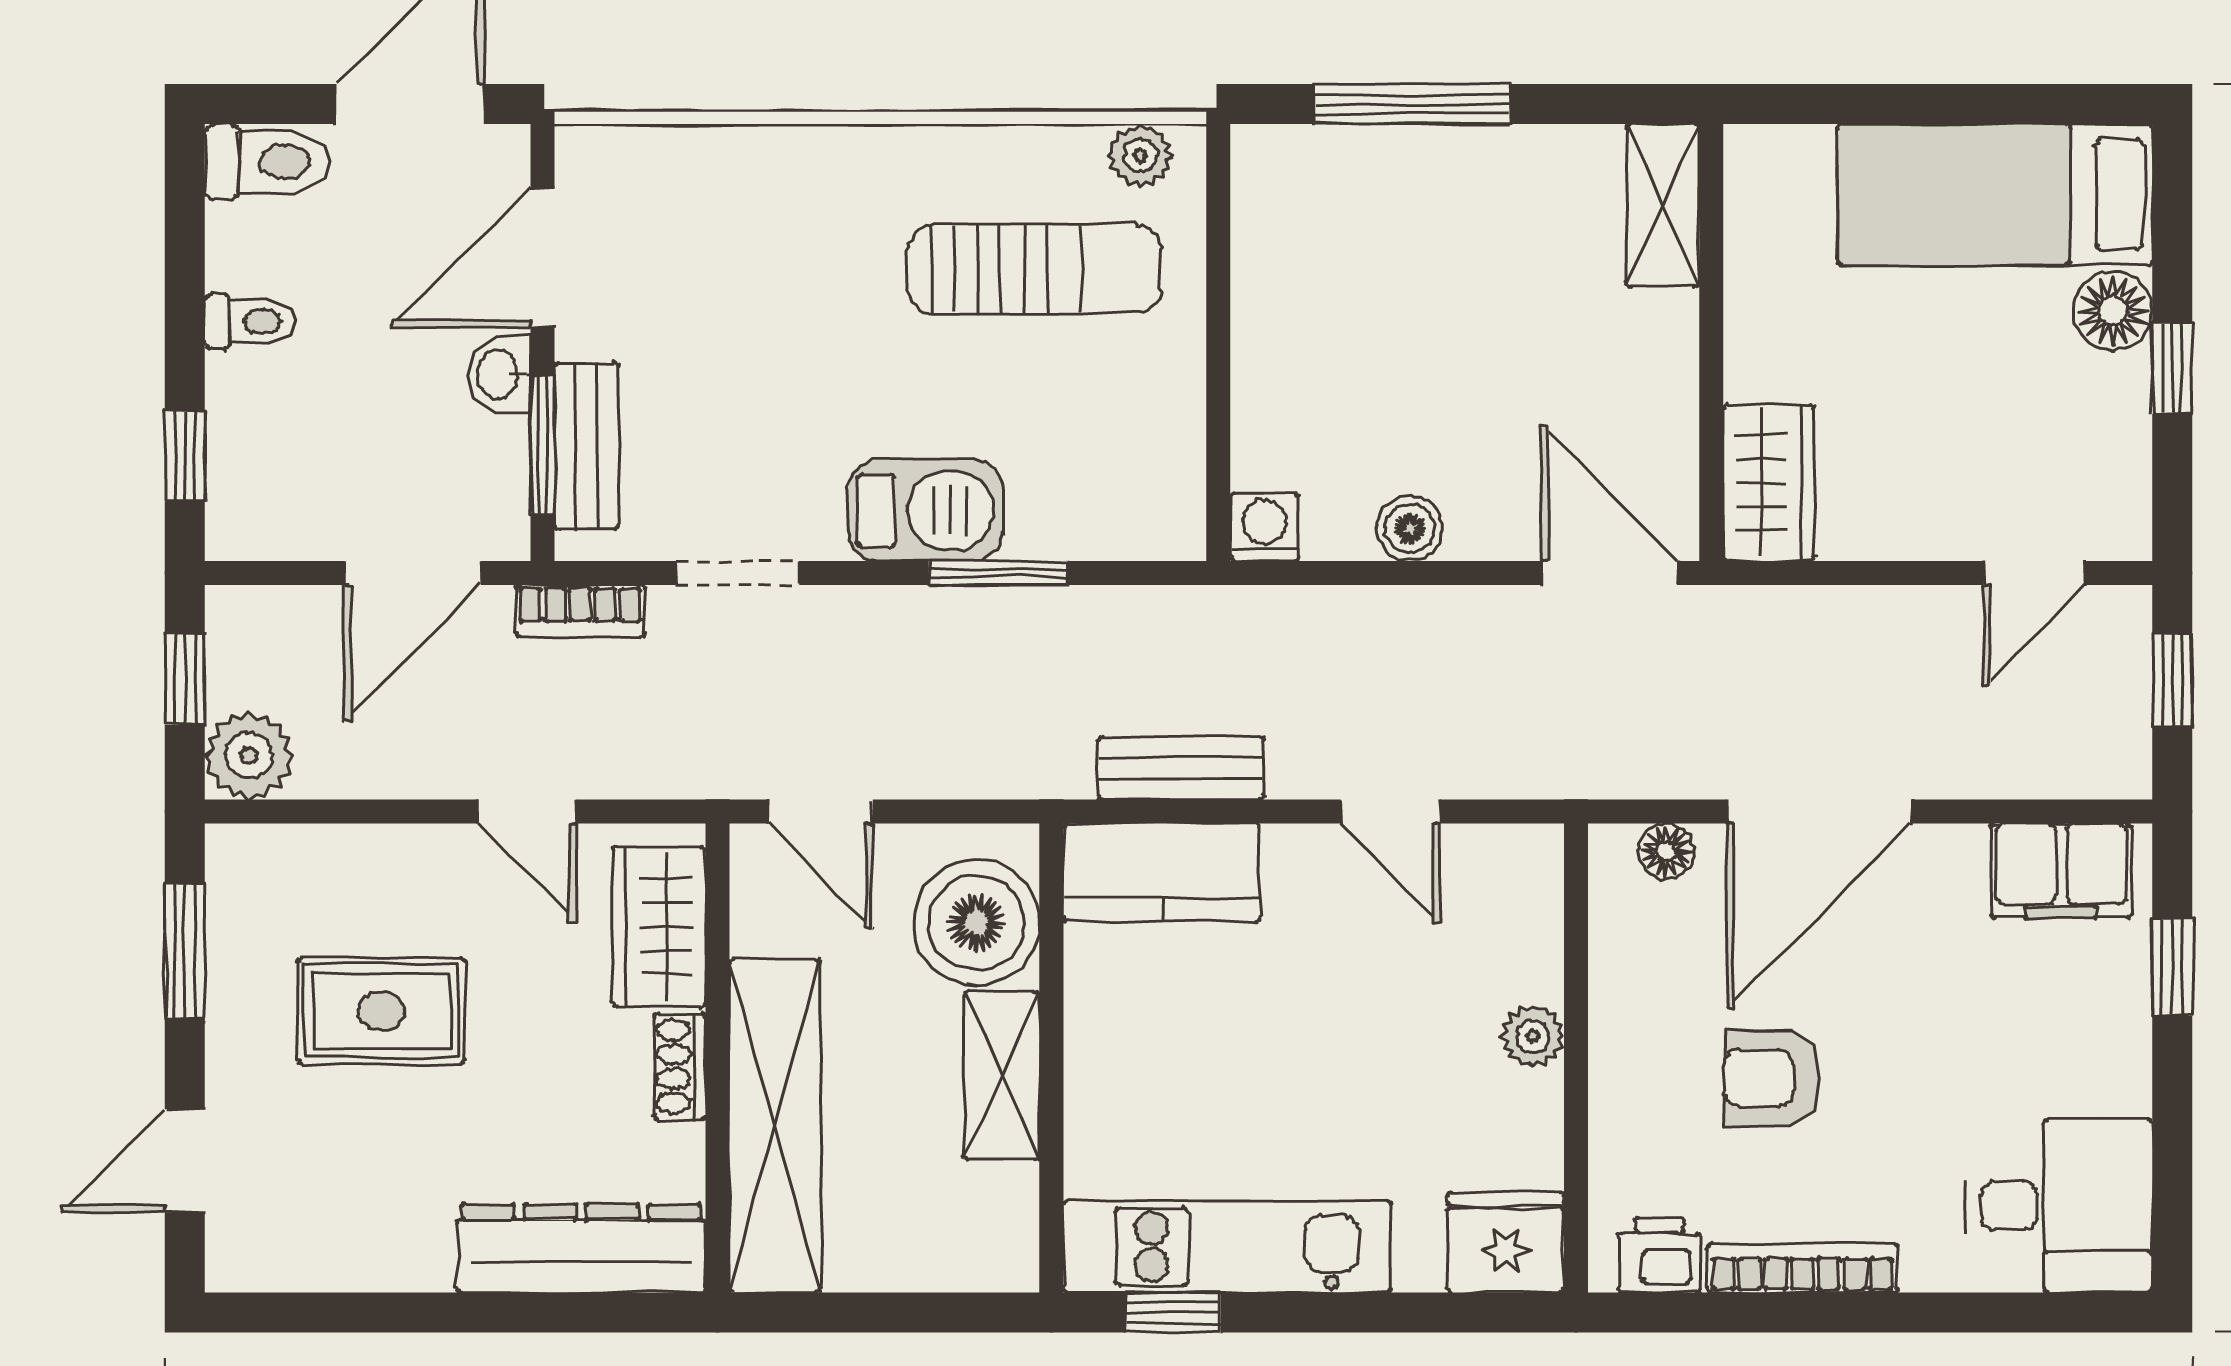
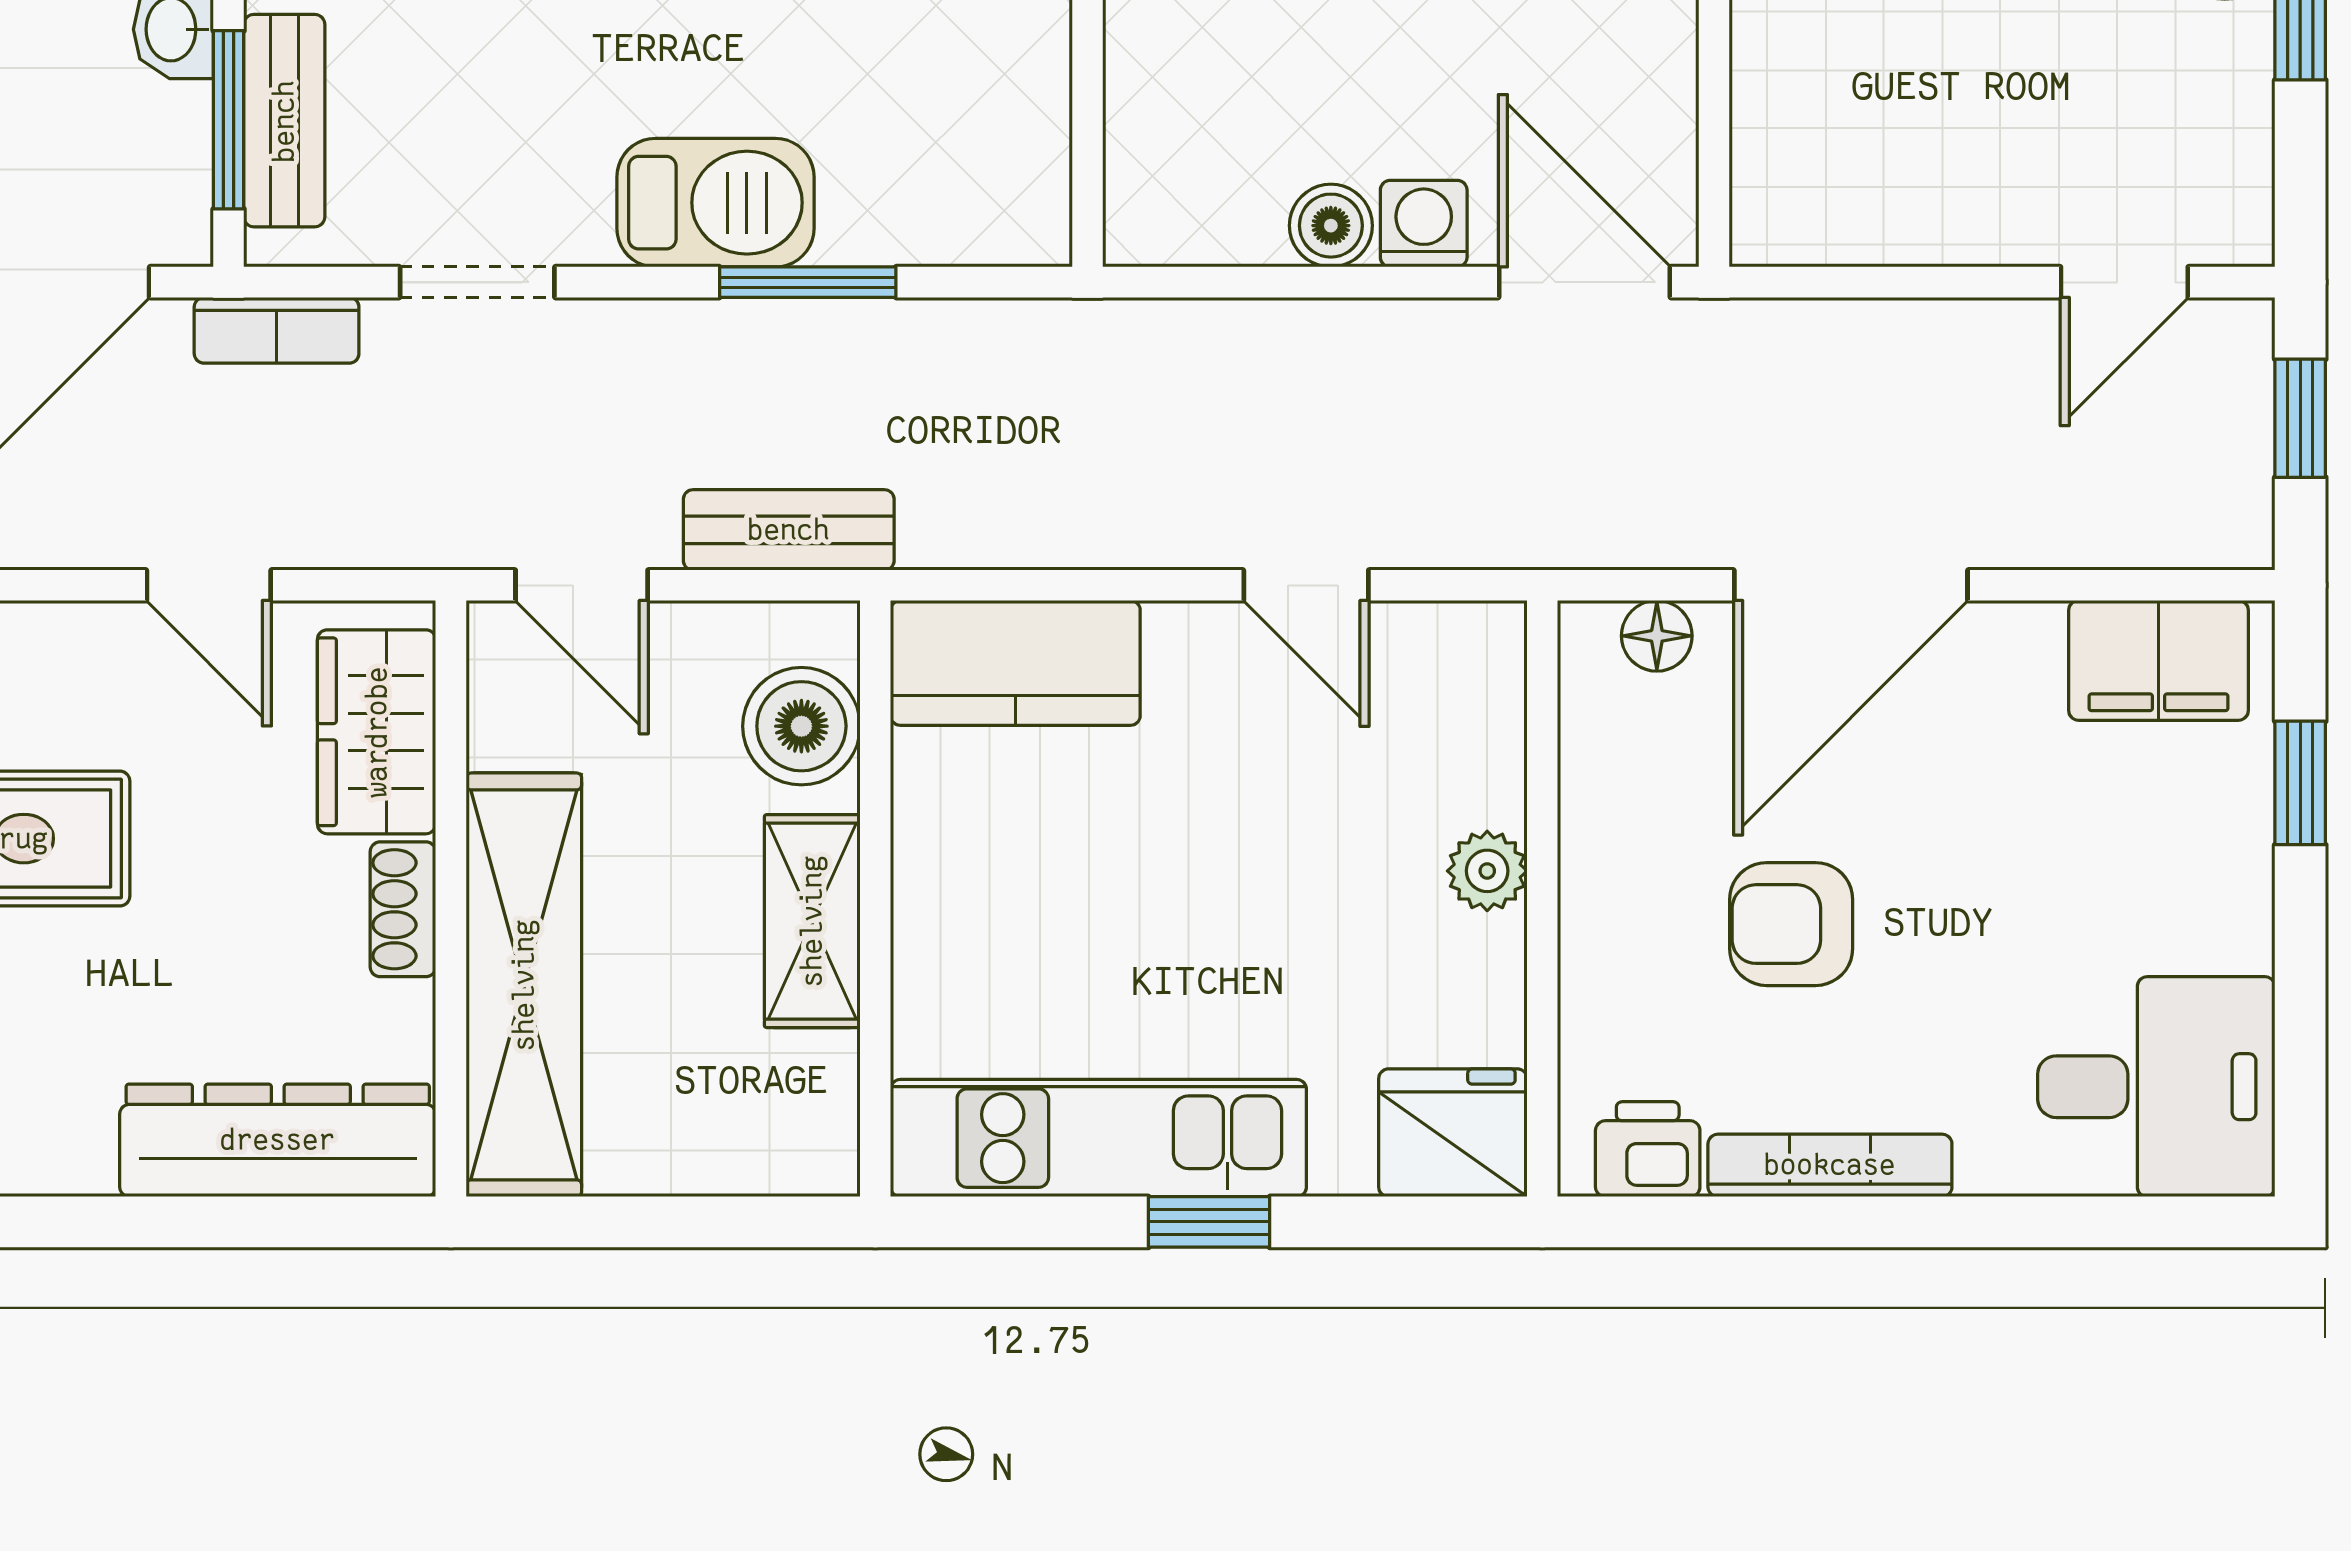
wardrobe: (1769, 483) -> (1787, 167), removed
washing machine: (1264, 527) -> (1424, 224), moved
bench: (1181, 768) -> (789, 530), moved
boiler: (976, 922) -> (801, 726), width x0.73, depth x0.73
window: (1173, 1312) -> (1209, 1222), moved

